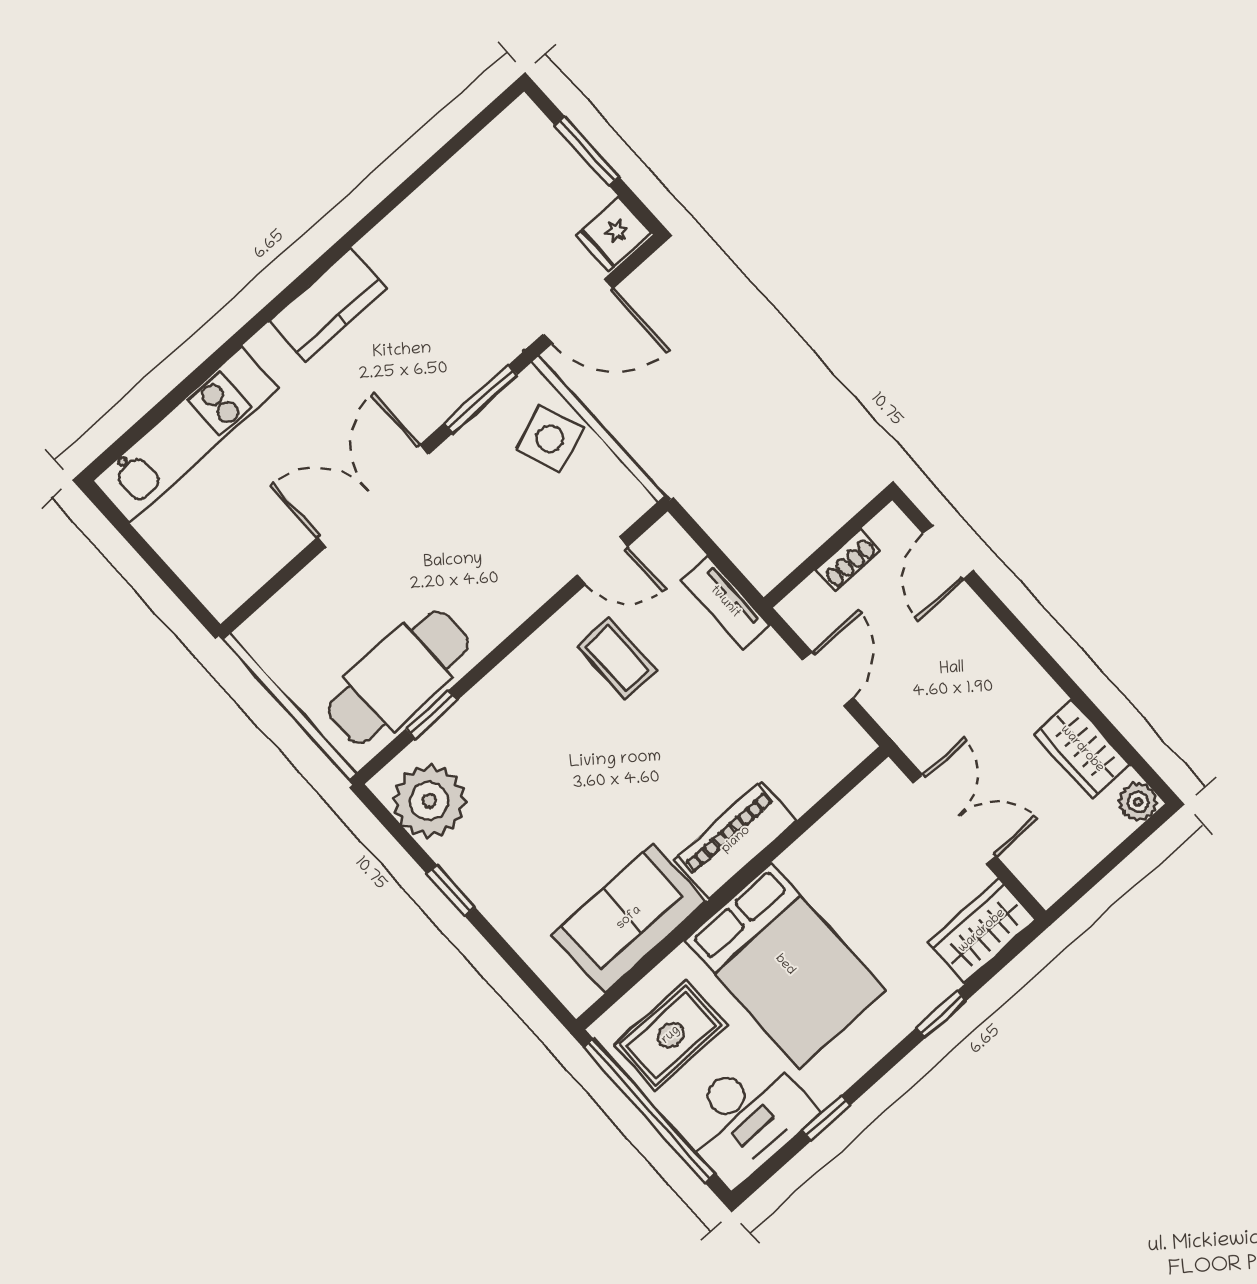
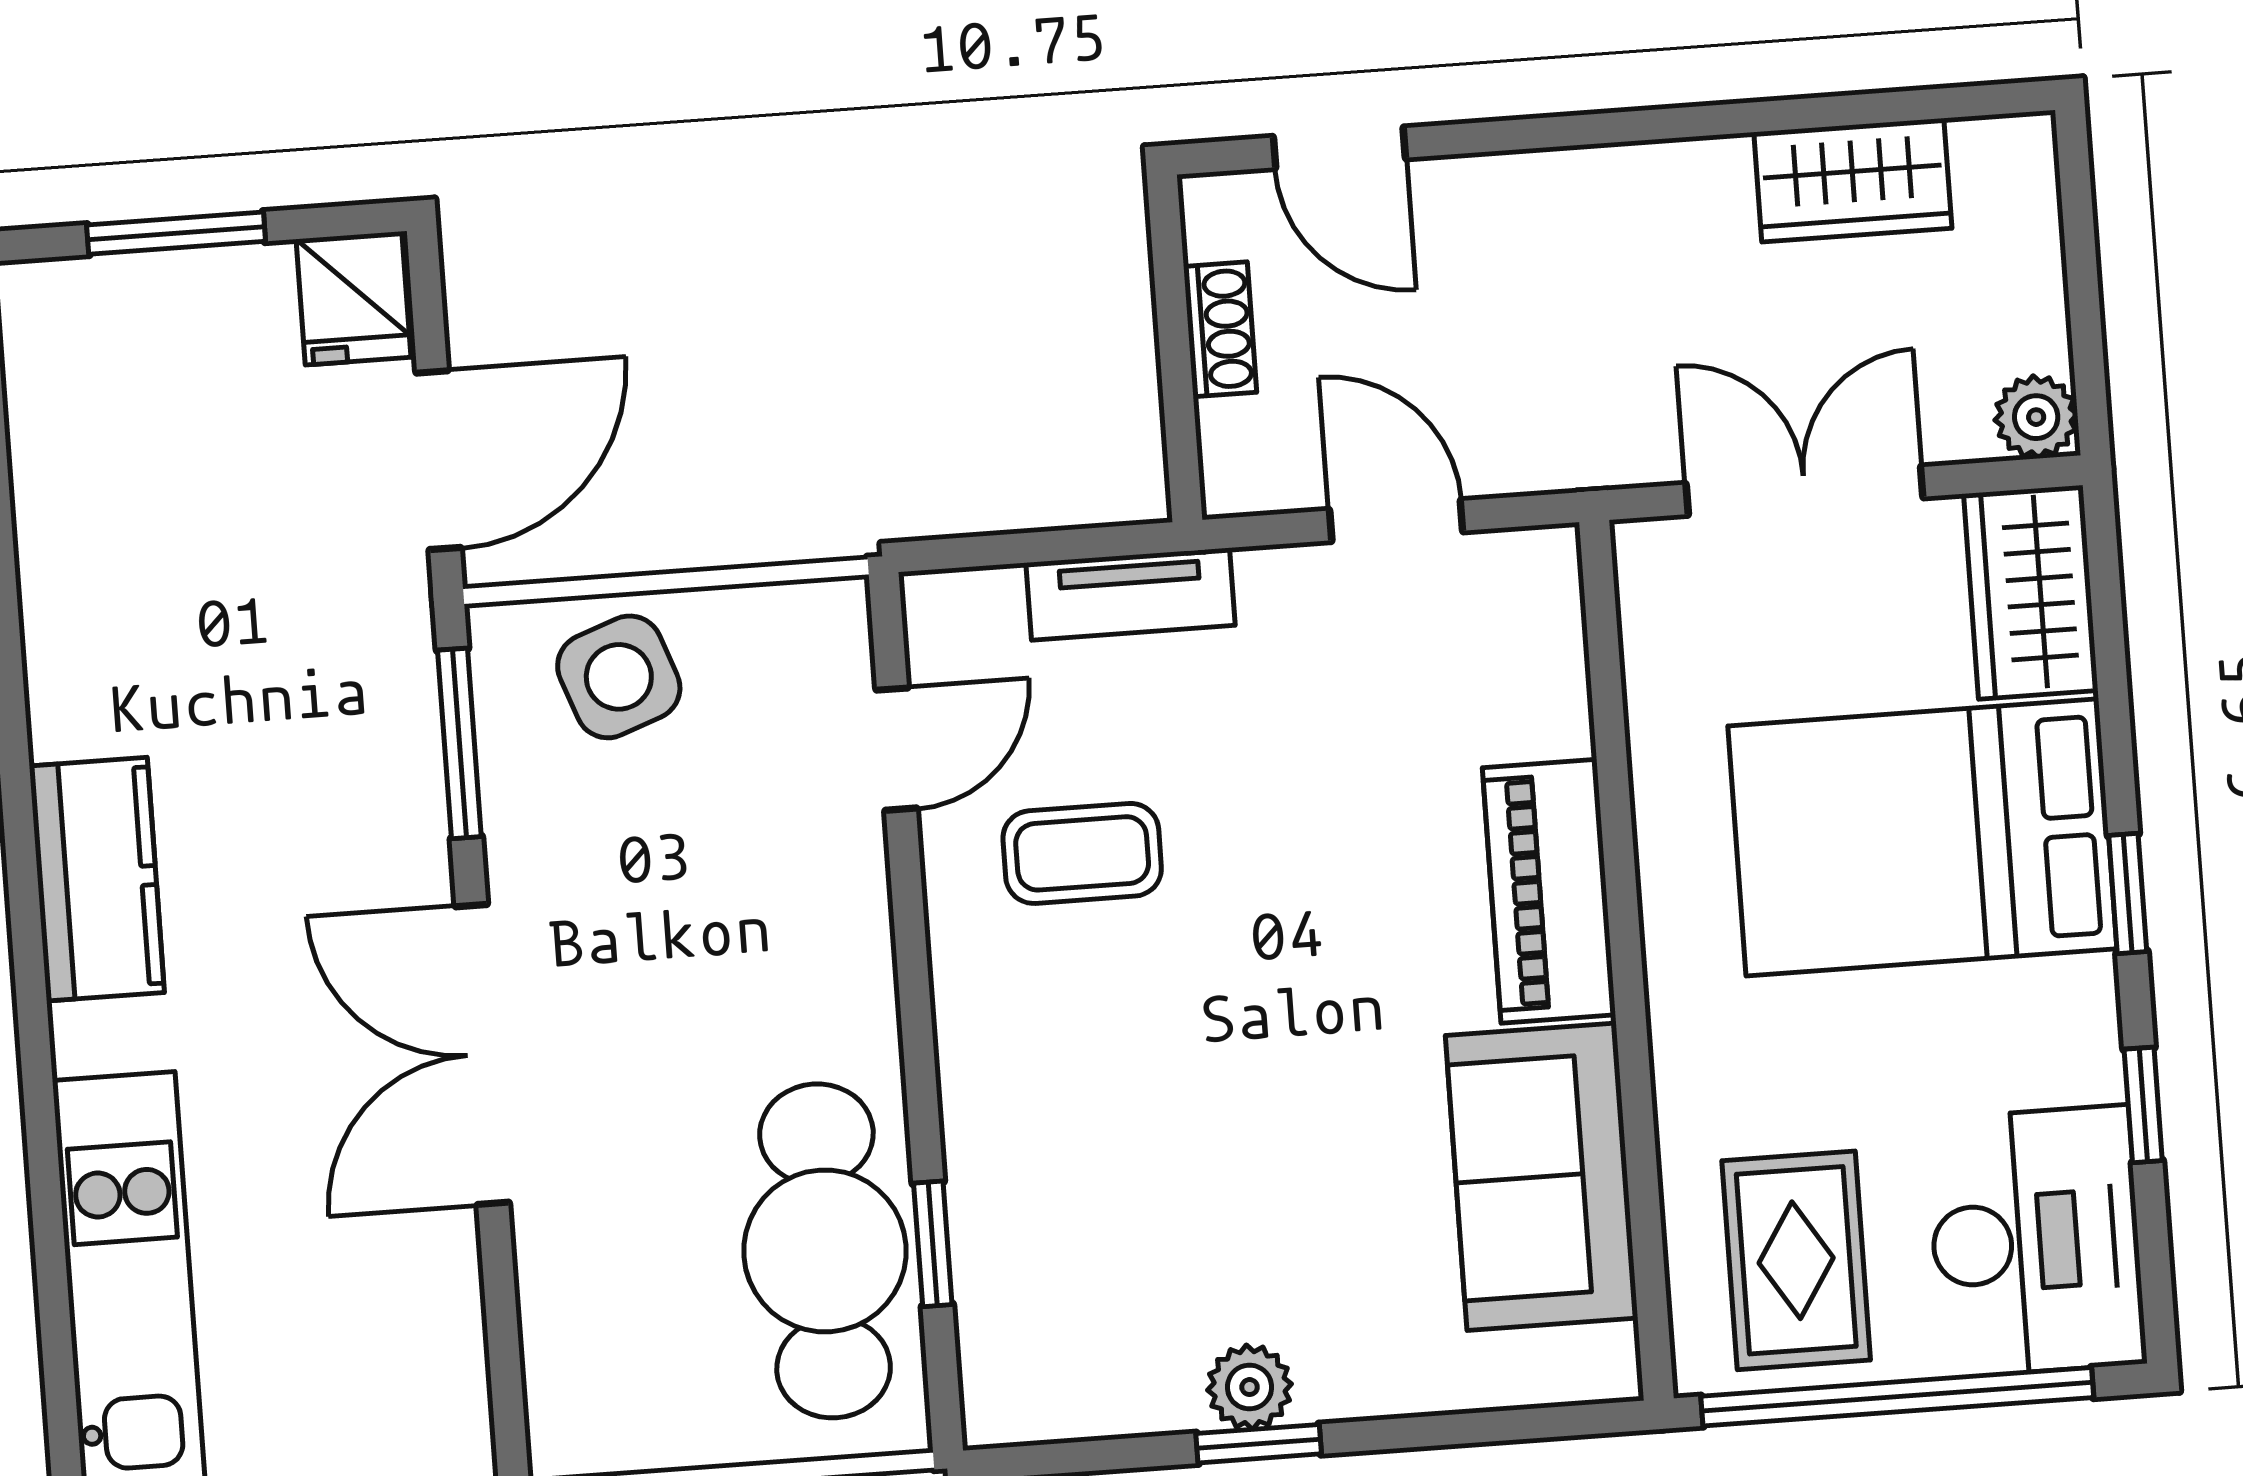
plant: (429, 801) -> (1250, 1387), moved, width x0.53, depth x0.53
plant: (1138, 802) -> (2036, 417), moved
bed: (785, 965) -> (1922, 837), moved, turned 180
window: (941, 1014) -> (2128, 894), moved

